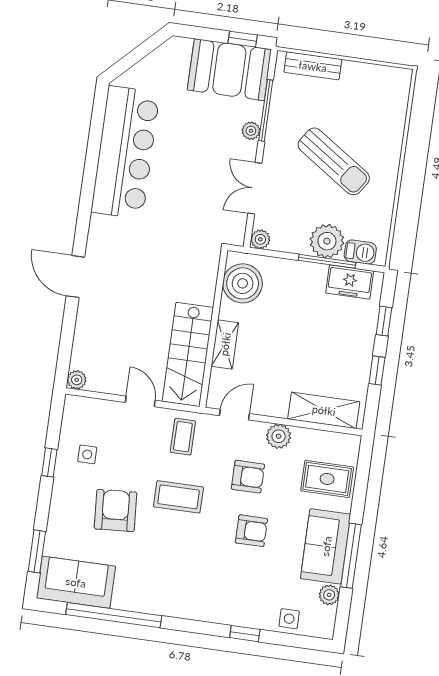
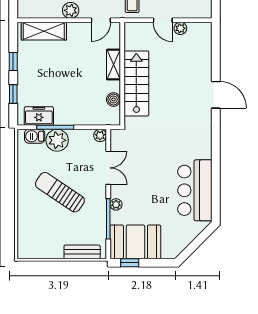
bar counter: (125, 152) -> (195, 190), width x0.73
boiler: (243, 283) -> (114, 100), width x0.54, depth x0.54
stairs: (188, 354) -> (136, 83), moved
plant: (77, 380) -> (180, 28), moved

